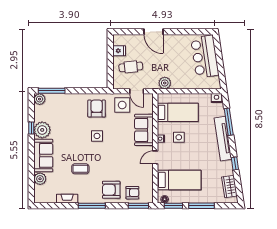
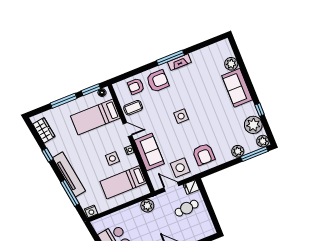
fridge: (119, 51) -> (191, 187), moved
plant: (65, 99) -> (238, 151), added
plant: (42, 130) -> (253, 125), moved
side table: (97, 136) -> (181, 116), moved
door: (155, 157) -> (127, 130), hinge flipped
coffee table: (80, 169) -> (133, 108), moved
fireplace: (67, 199) -> (179, 62), moved
window: (138, 206) -> (125, 76), removed

